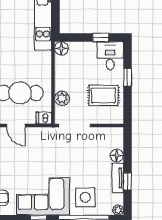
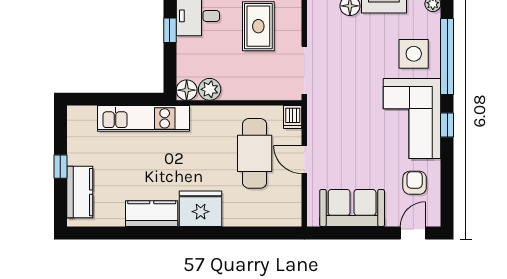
plant: (62, 98) -> (210, 89), moved
door: (16, 126) -> (304, 160), swing flipped

